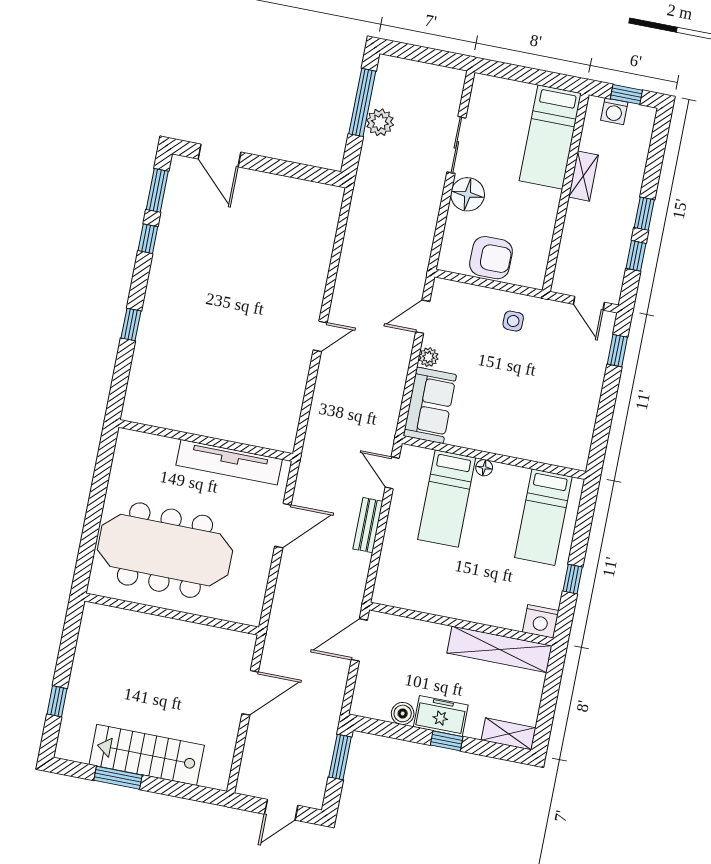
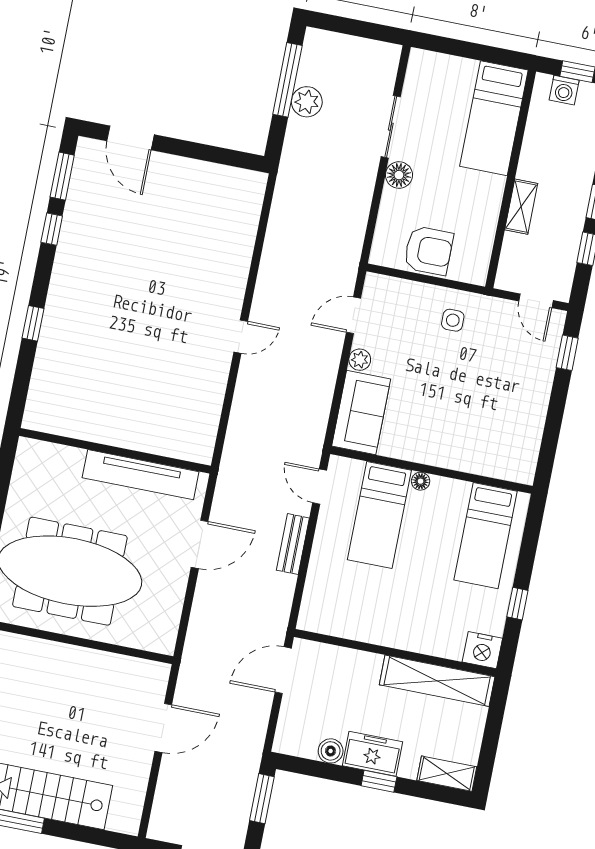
shelving: (583, 176) -> (521, 207), moved
floor lamp: (468, 194) -> (399, 175), width x0.73, depth x0.73

